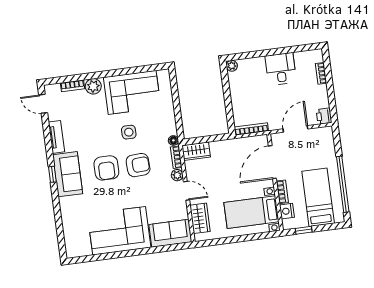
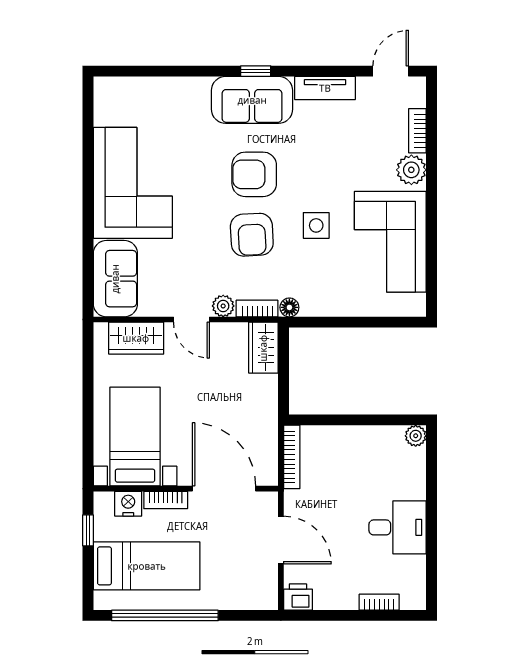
door: (186, 191) -> (191, 320), hinge flipped

